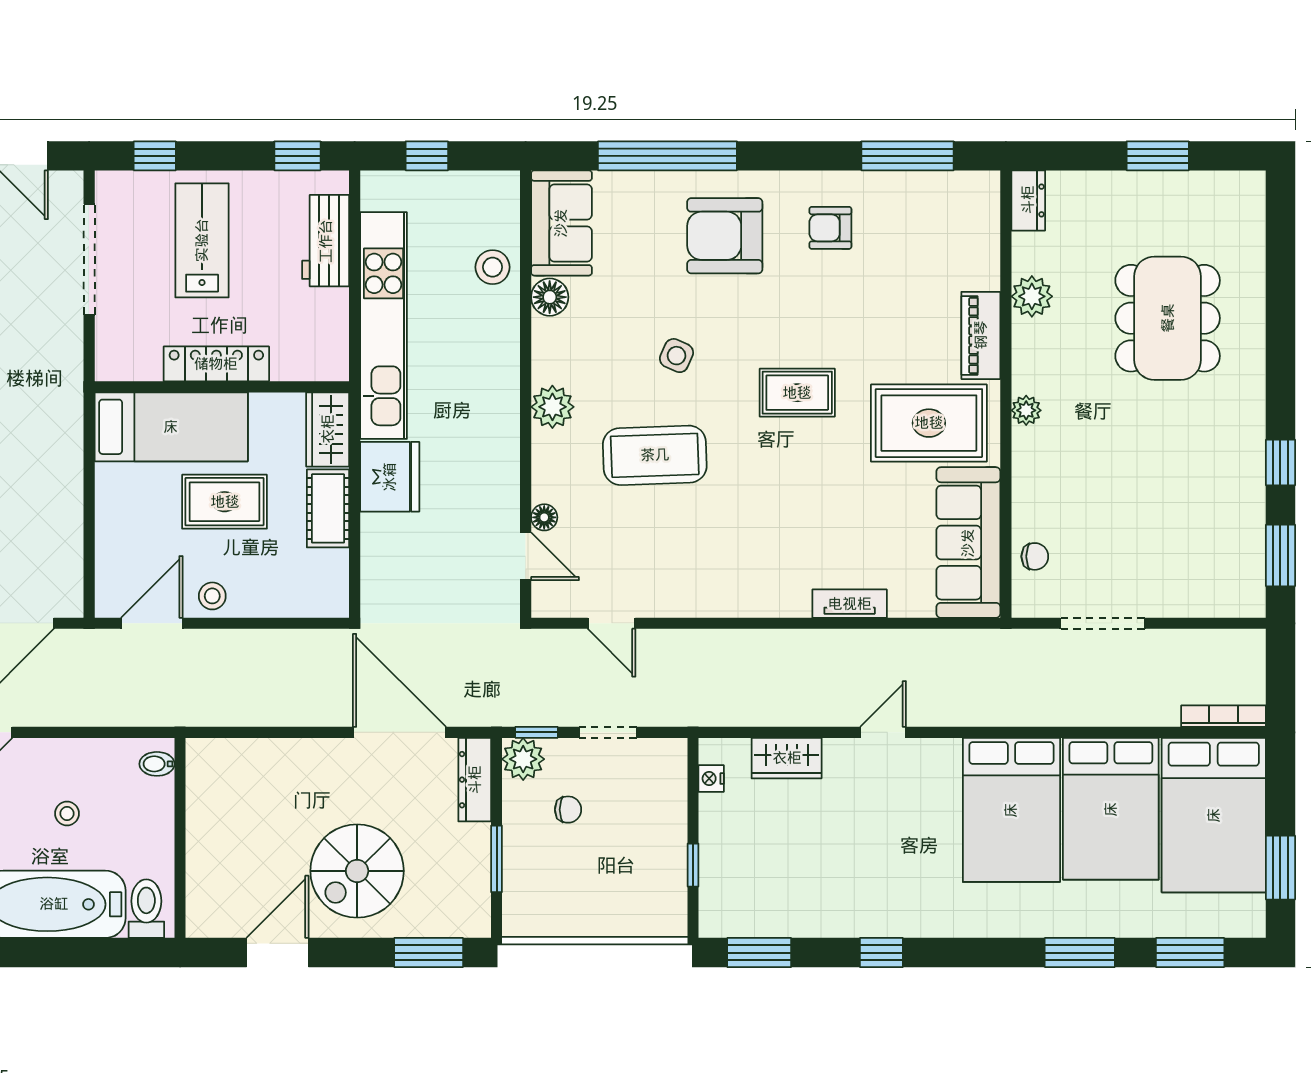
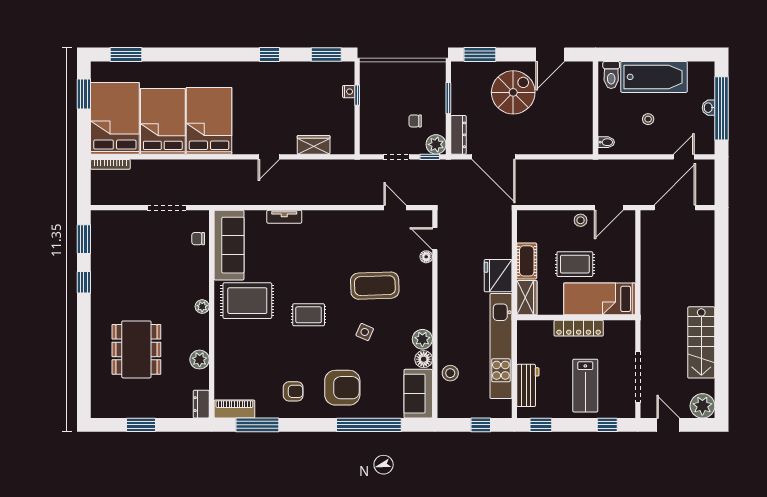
piano: (981, 335) -> (234, 409), moved, turned -90
plant: (552, 407) -> (422, 339), moved
nightstand: (711, 779) -> (349, 92), moved
window: (1080, 953) -> (177, 54), removed

